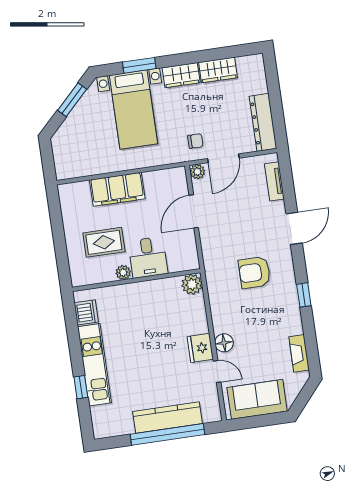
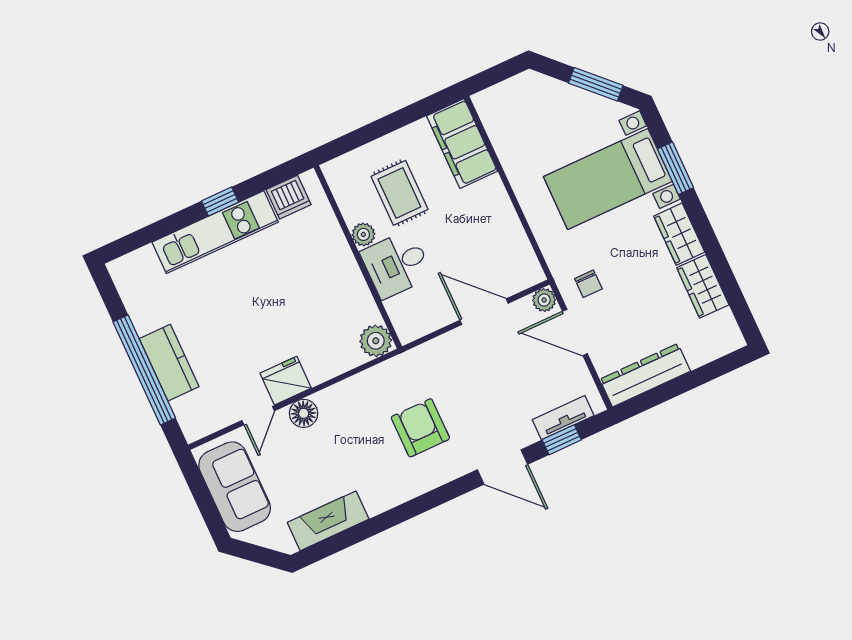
filing cabinet: (117, 189) -> (462, 143), moved
window: (304, 295) -> (562, 440), moved
fireplace: (299, 353) -> (328, 521), width x1.37, depth x1.32
window: (81, 387) -> (220, 201), moved
kitchen counter: (168, 417) -> (169, 363), width x0.67

